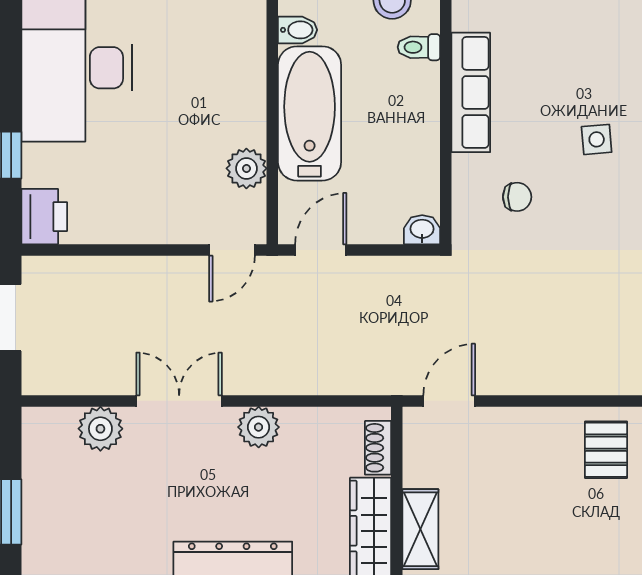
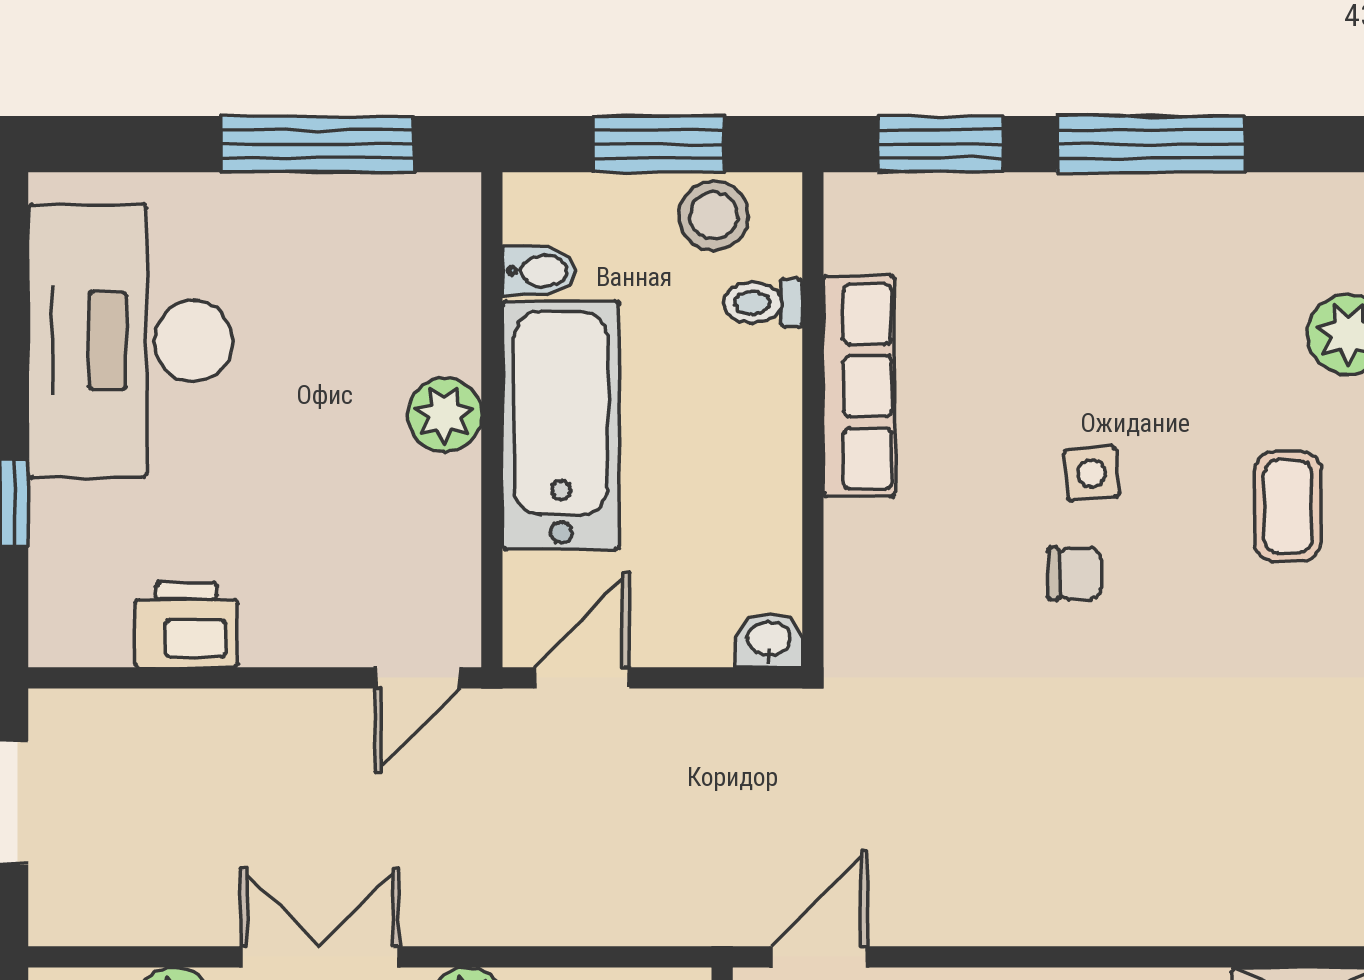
plant: (246, 168) -> (444, 415), moved
chair: (517, 197) -> (1075, 574), moved
printer: (44, 217) -> (186, 625), moved, turned -90

